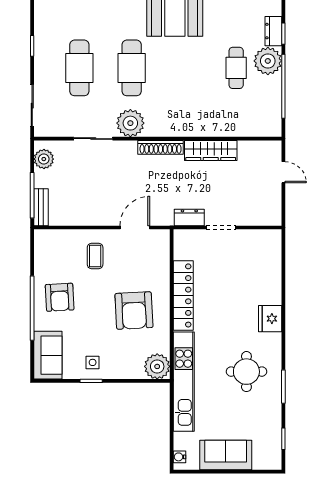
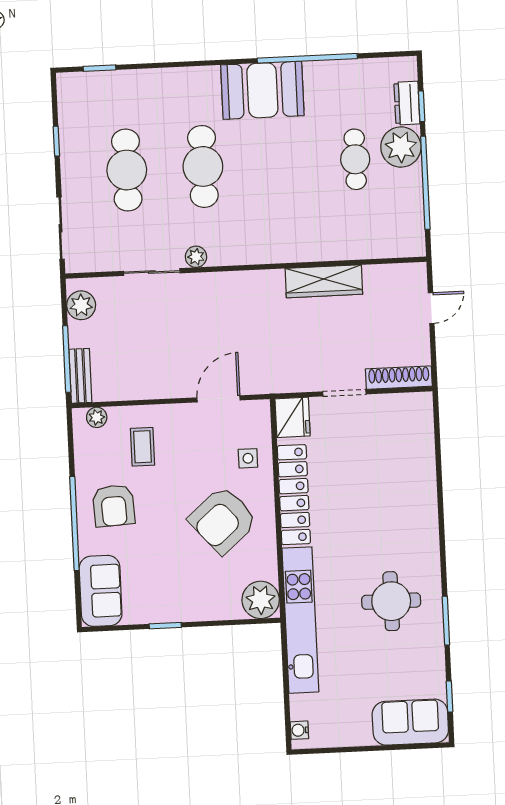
plant: (130, 123) -> (196, 257), width x0.53, depth x0.53
shoe rack: (161, 147) -> (399, 378), moved, turned 180
door: (283, 172) -> (431, 308), hinge flipped
dresser: (189, 217) -> (297, 380), removed
plant: (51, 236) -> (97, 417), added
coffee table: (95, 256) -> (142, 447), moved
armchair: (134, 311) -> (223, 520), turned 52
fridge: (270, 319) -> (293, 417), moved, turned 180
side table: (93, 362) -> (248, 458), moved
sofa: (226, 455) -> (410, 722), moved

